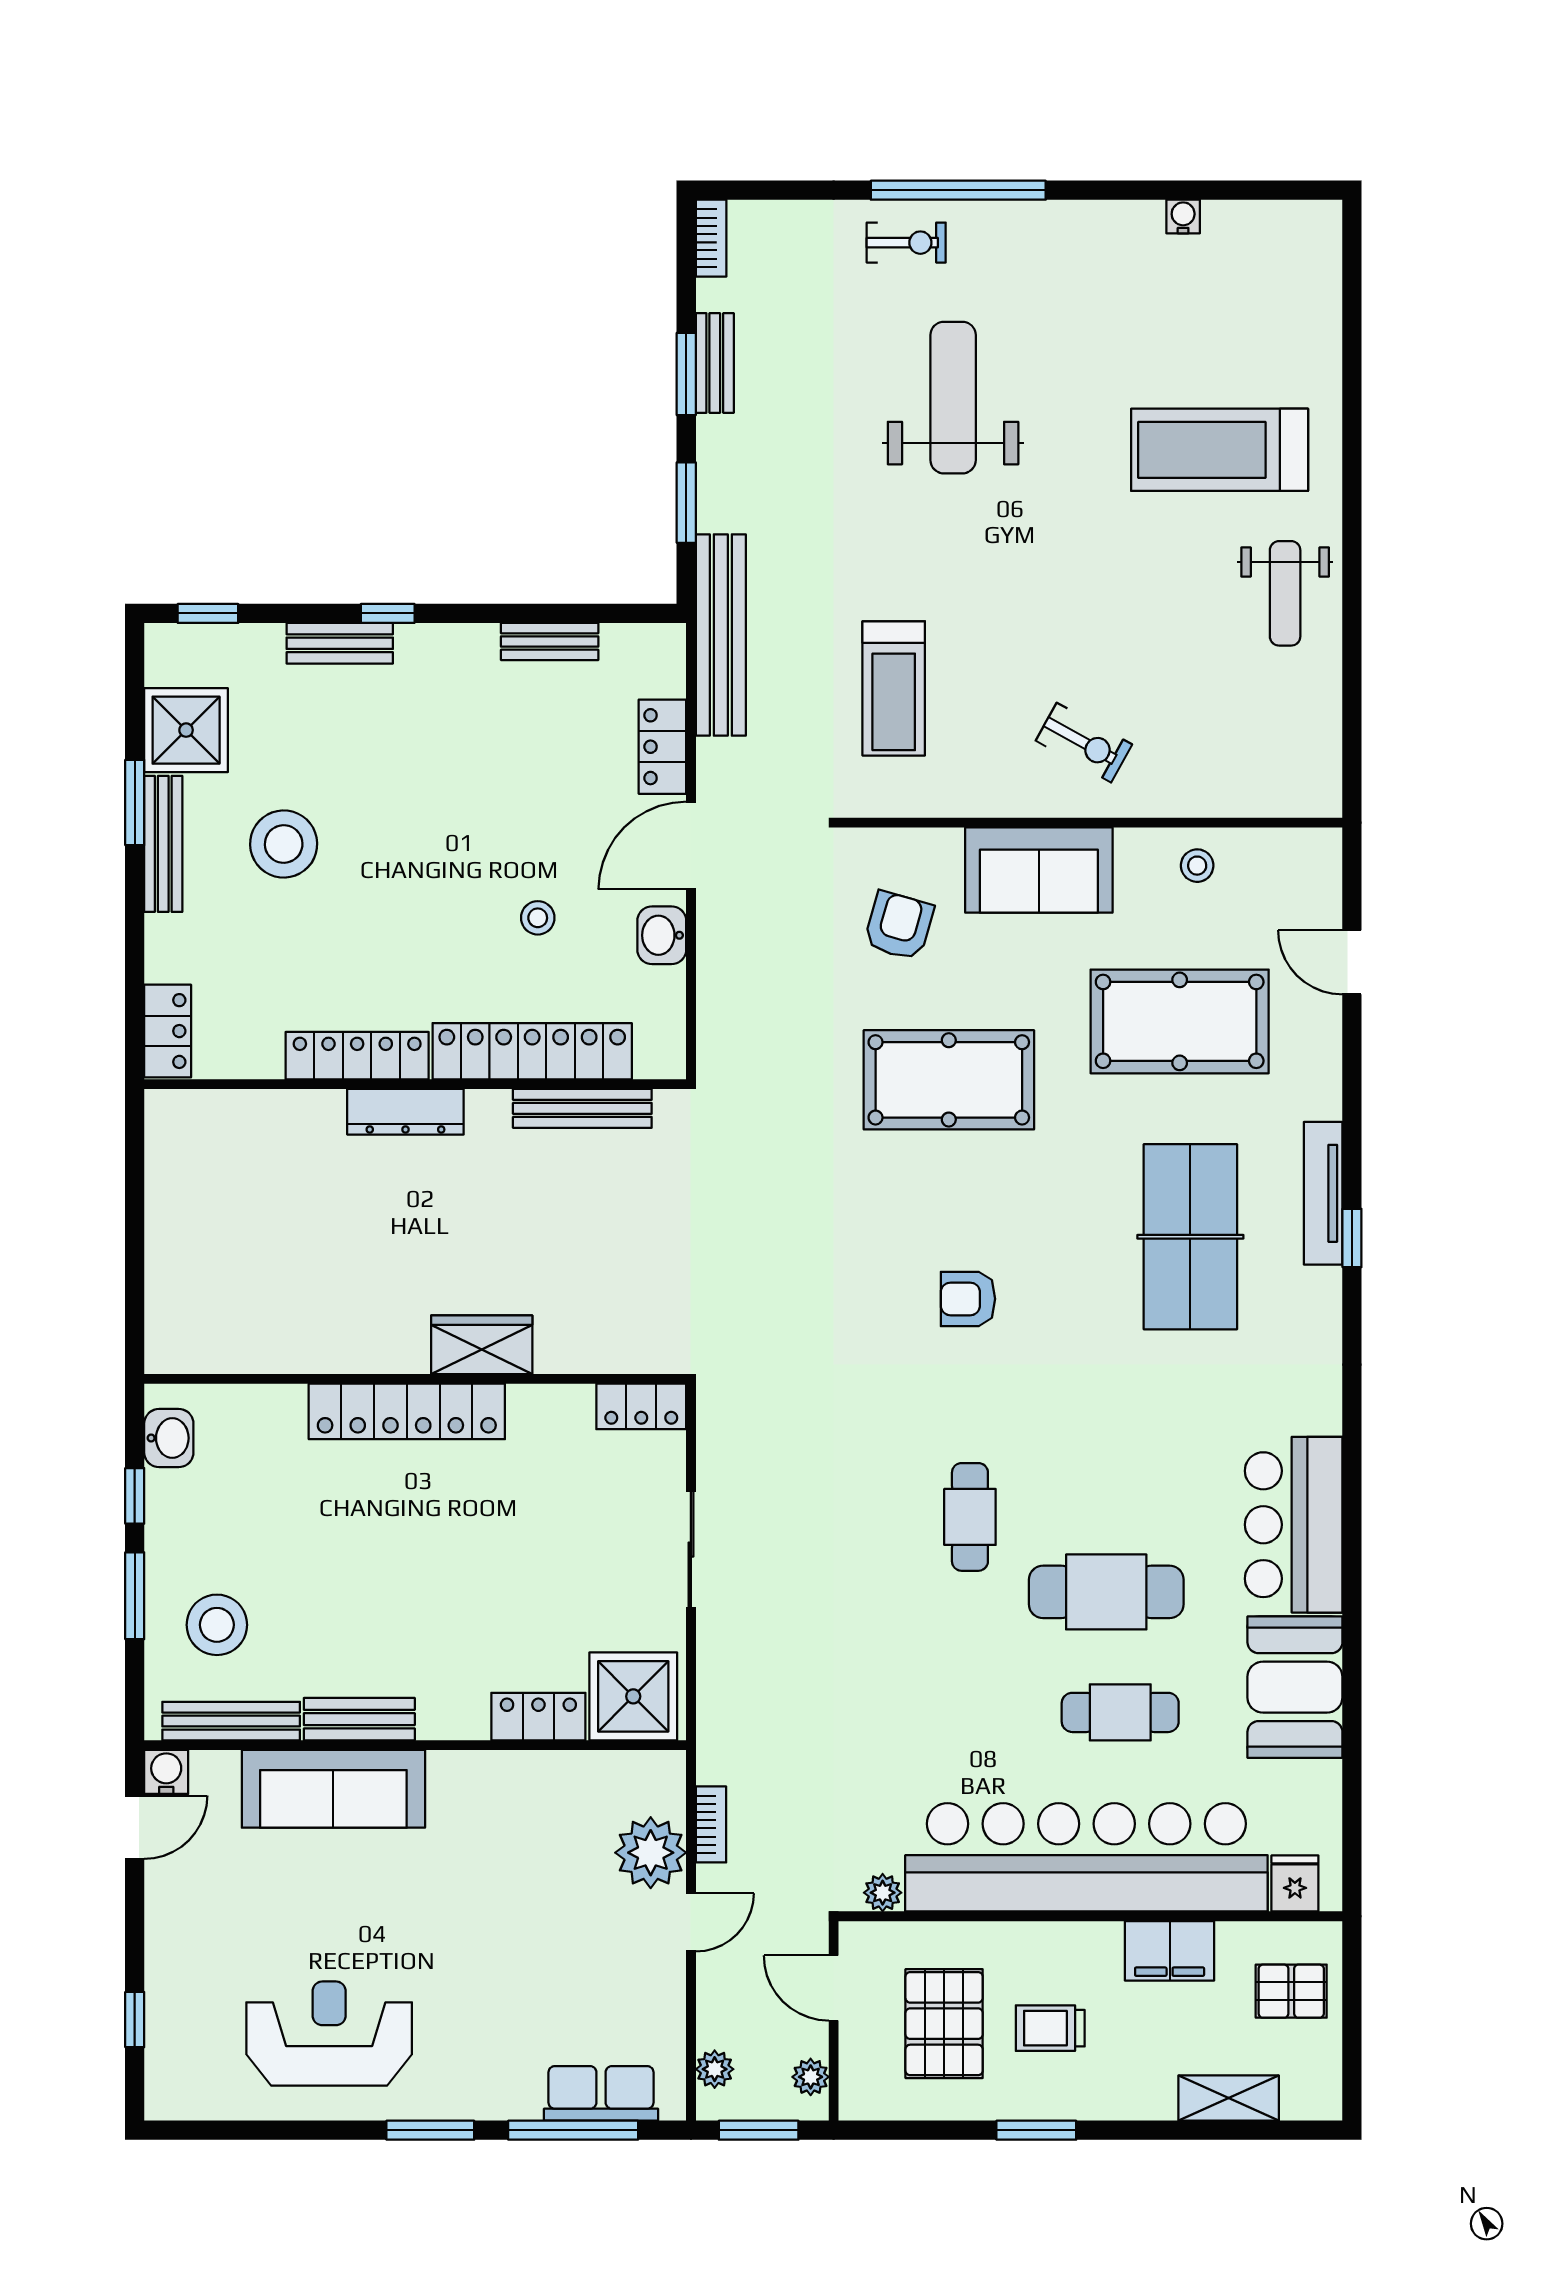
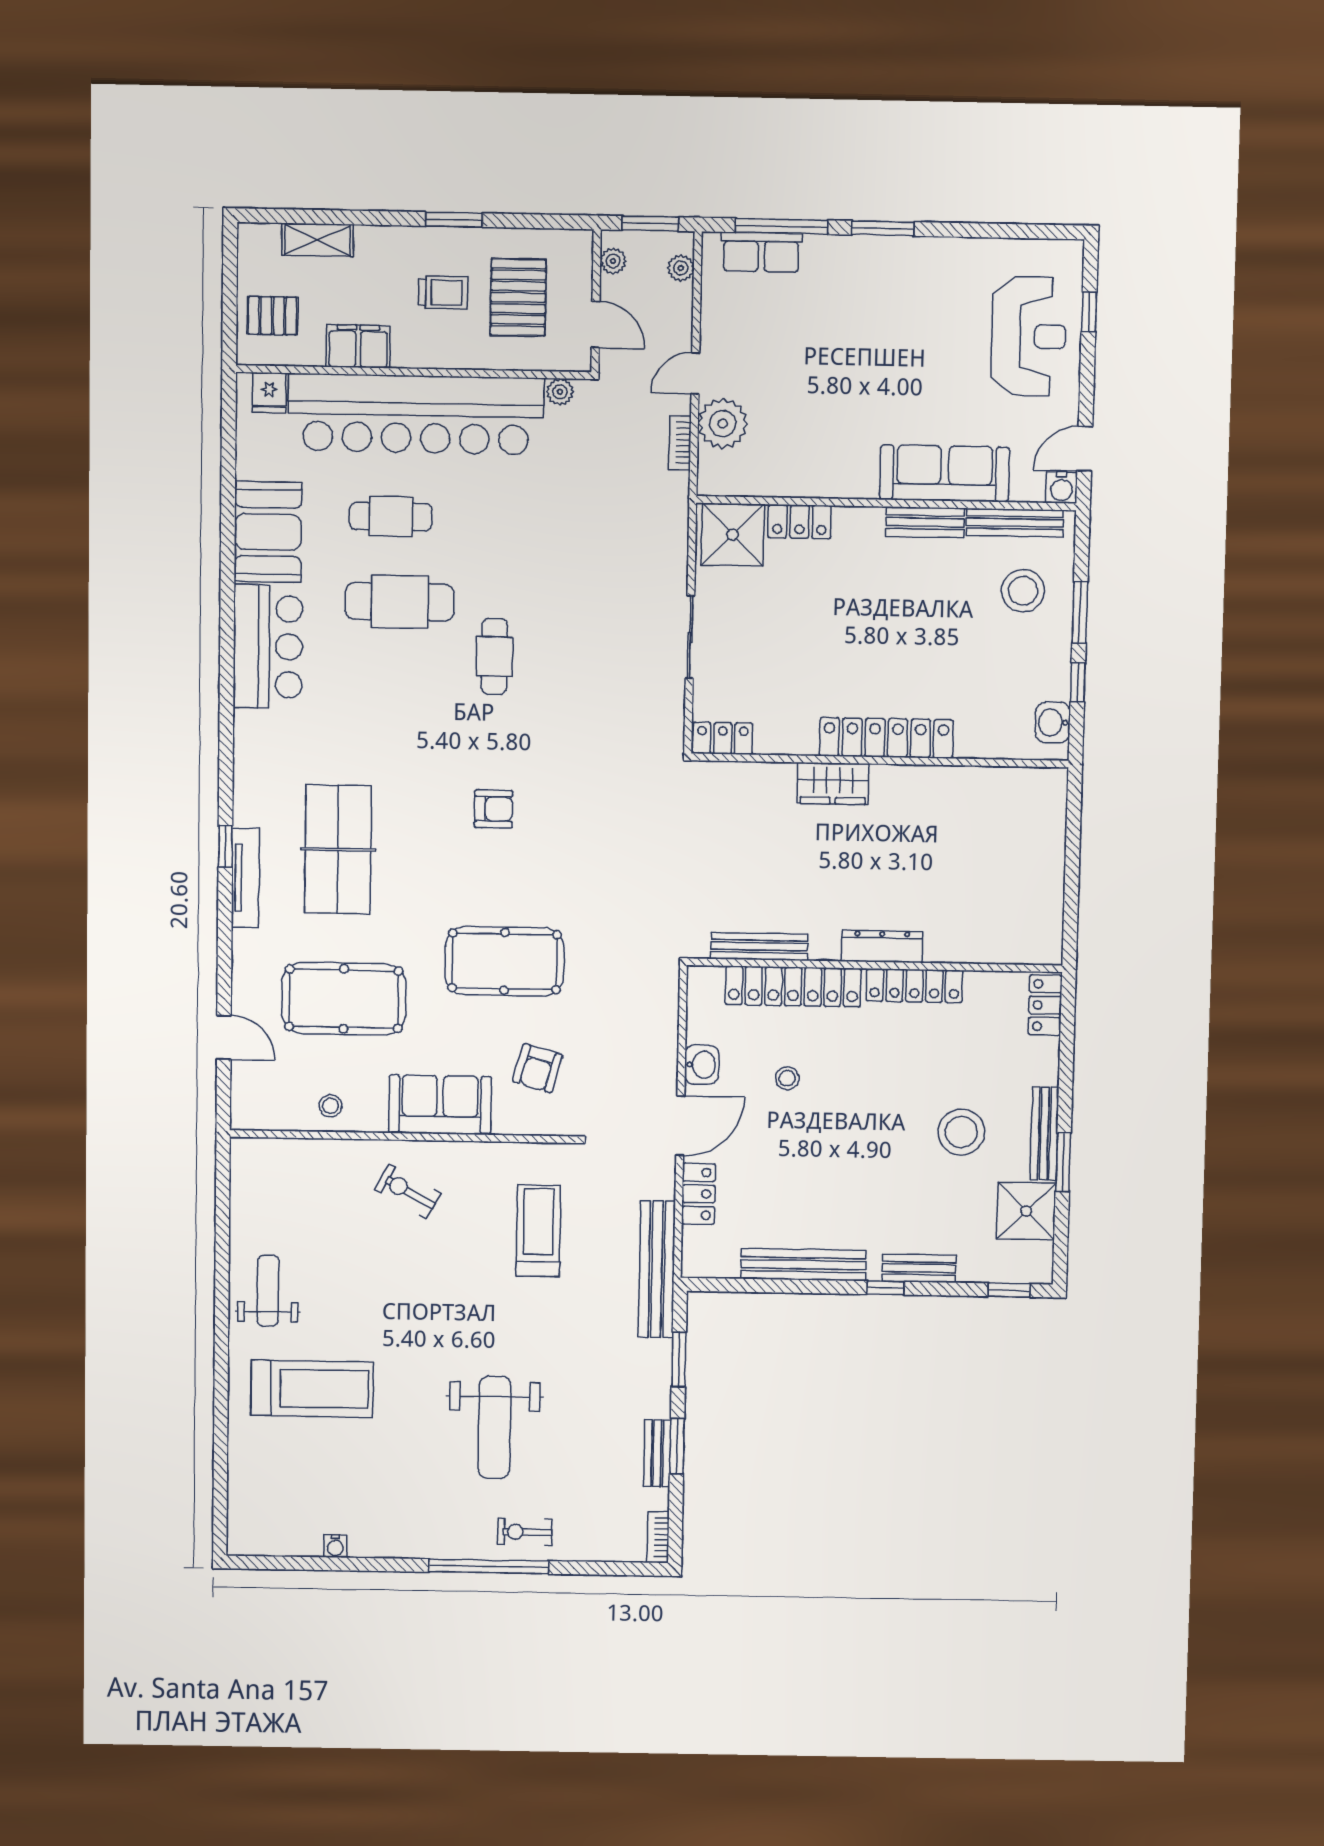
bench: (550, 642) -> (804, 1265), width x1.86, depth x1.21
reception desk: (329, 2034) -> (1029, 336), moved, turned -90

